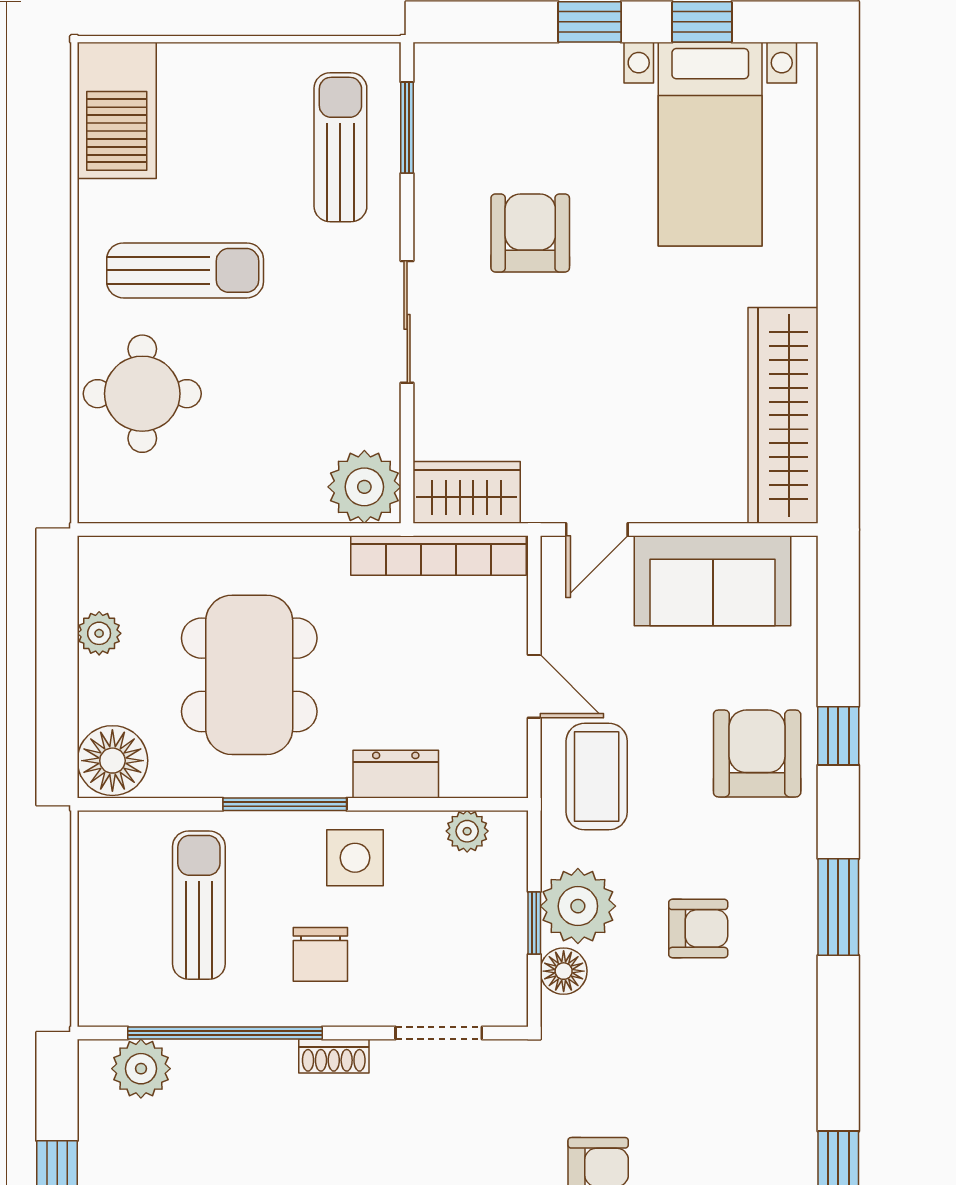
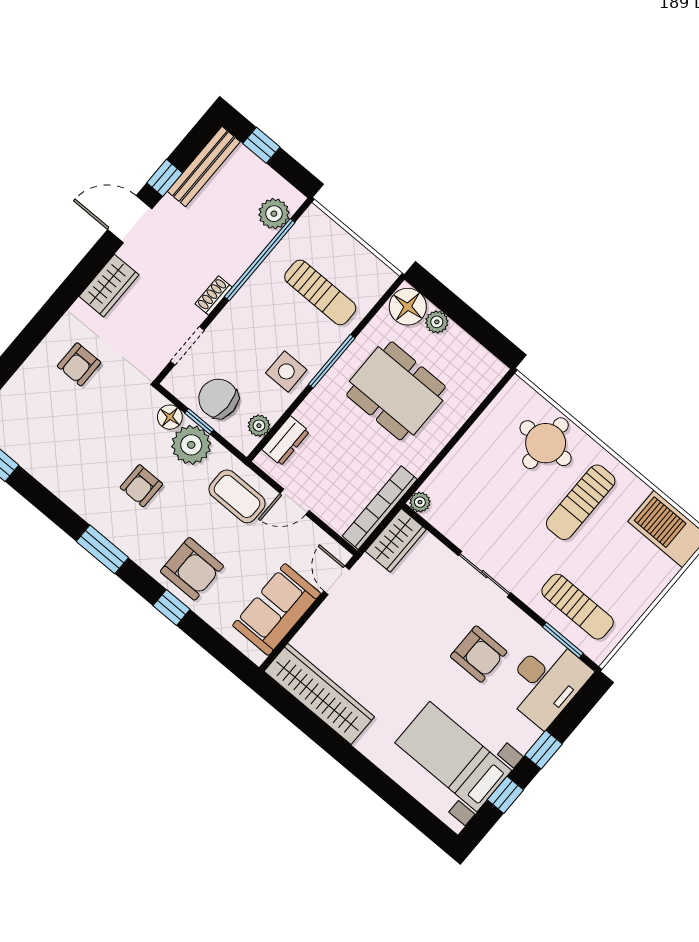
desk: (488, 101) -> (546, 682), added
plant: (364, 487) -> (420, 502), width x0.53, depth x0.53
plant: (99, 633) -> (437, 322), moved
dresser: (396, 774) -> (286, 441), moved
chair: (320, 954) -> (218, 399), moved, width x1.37, depth x1.37

